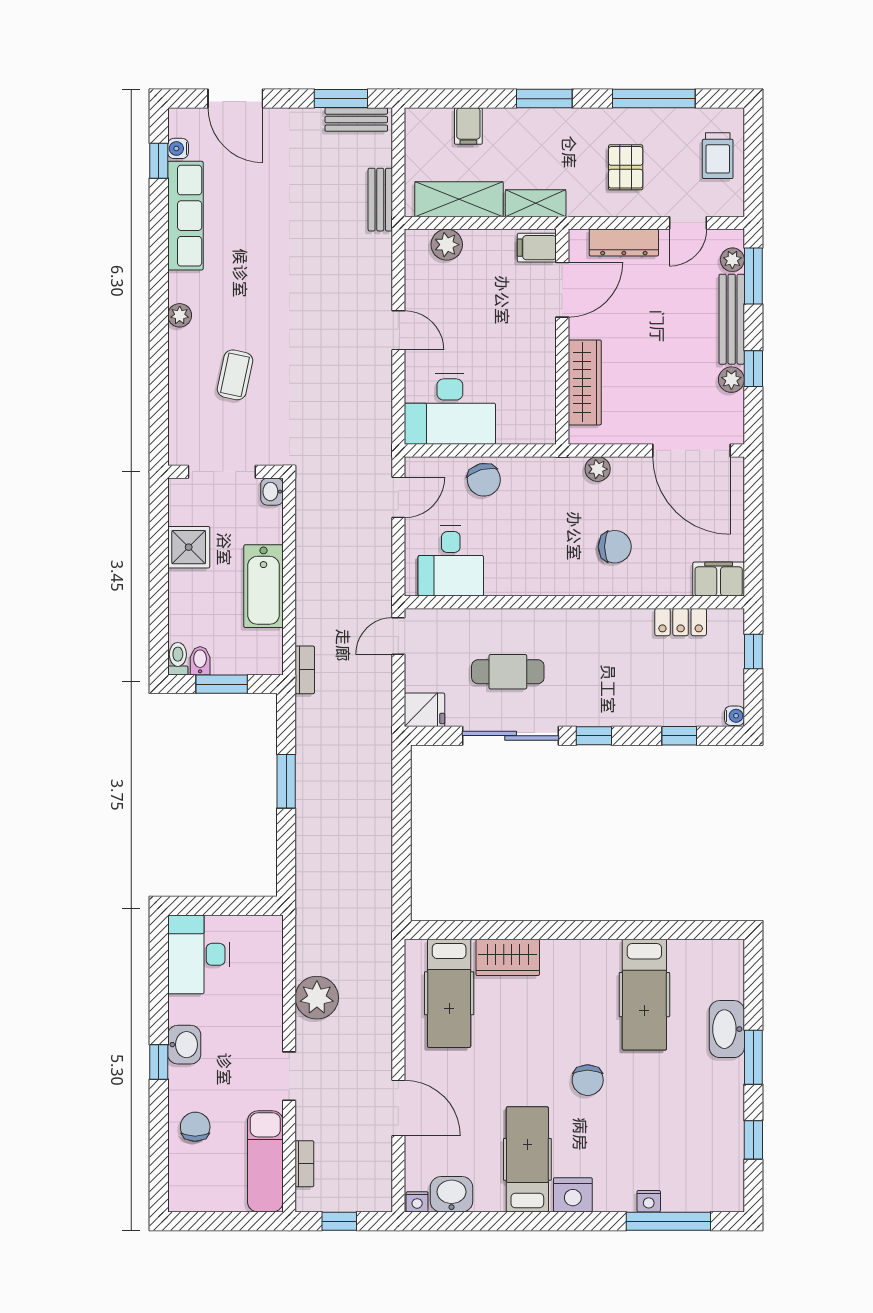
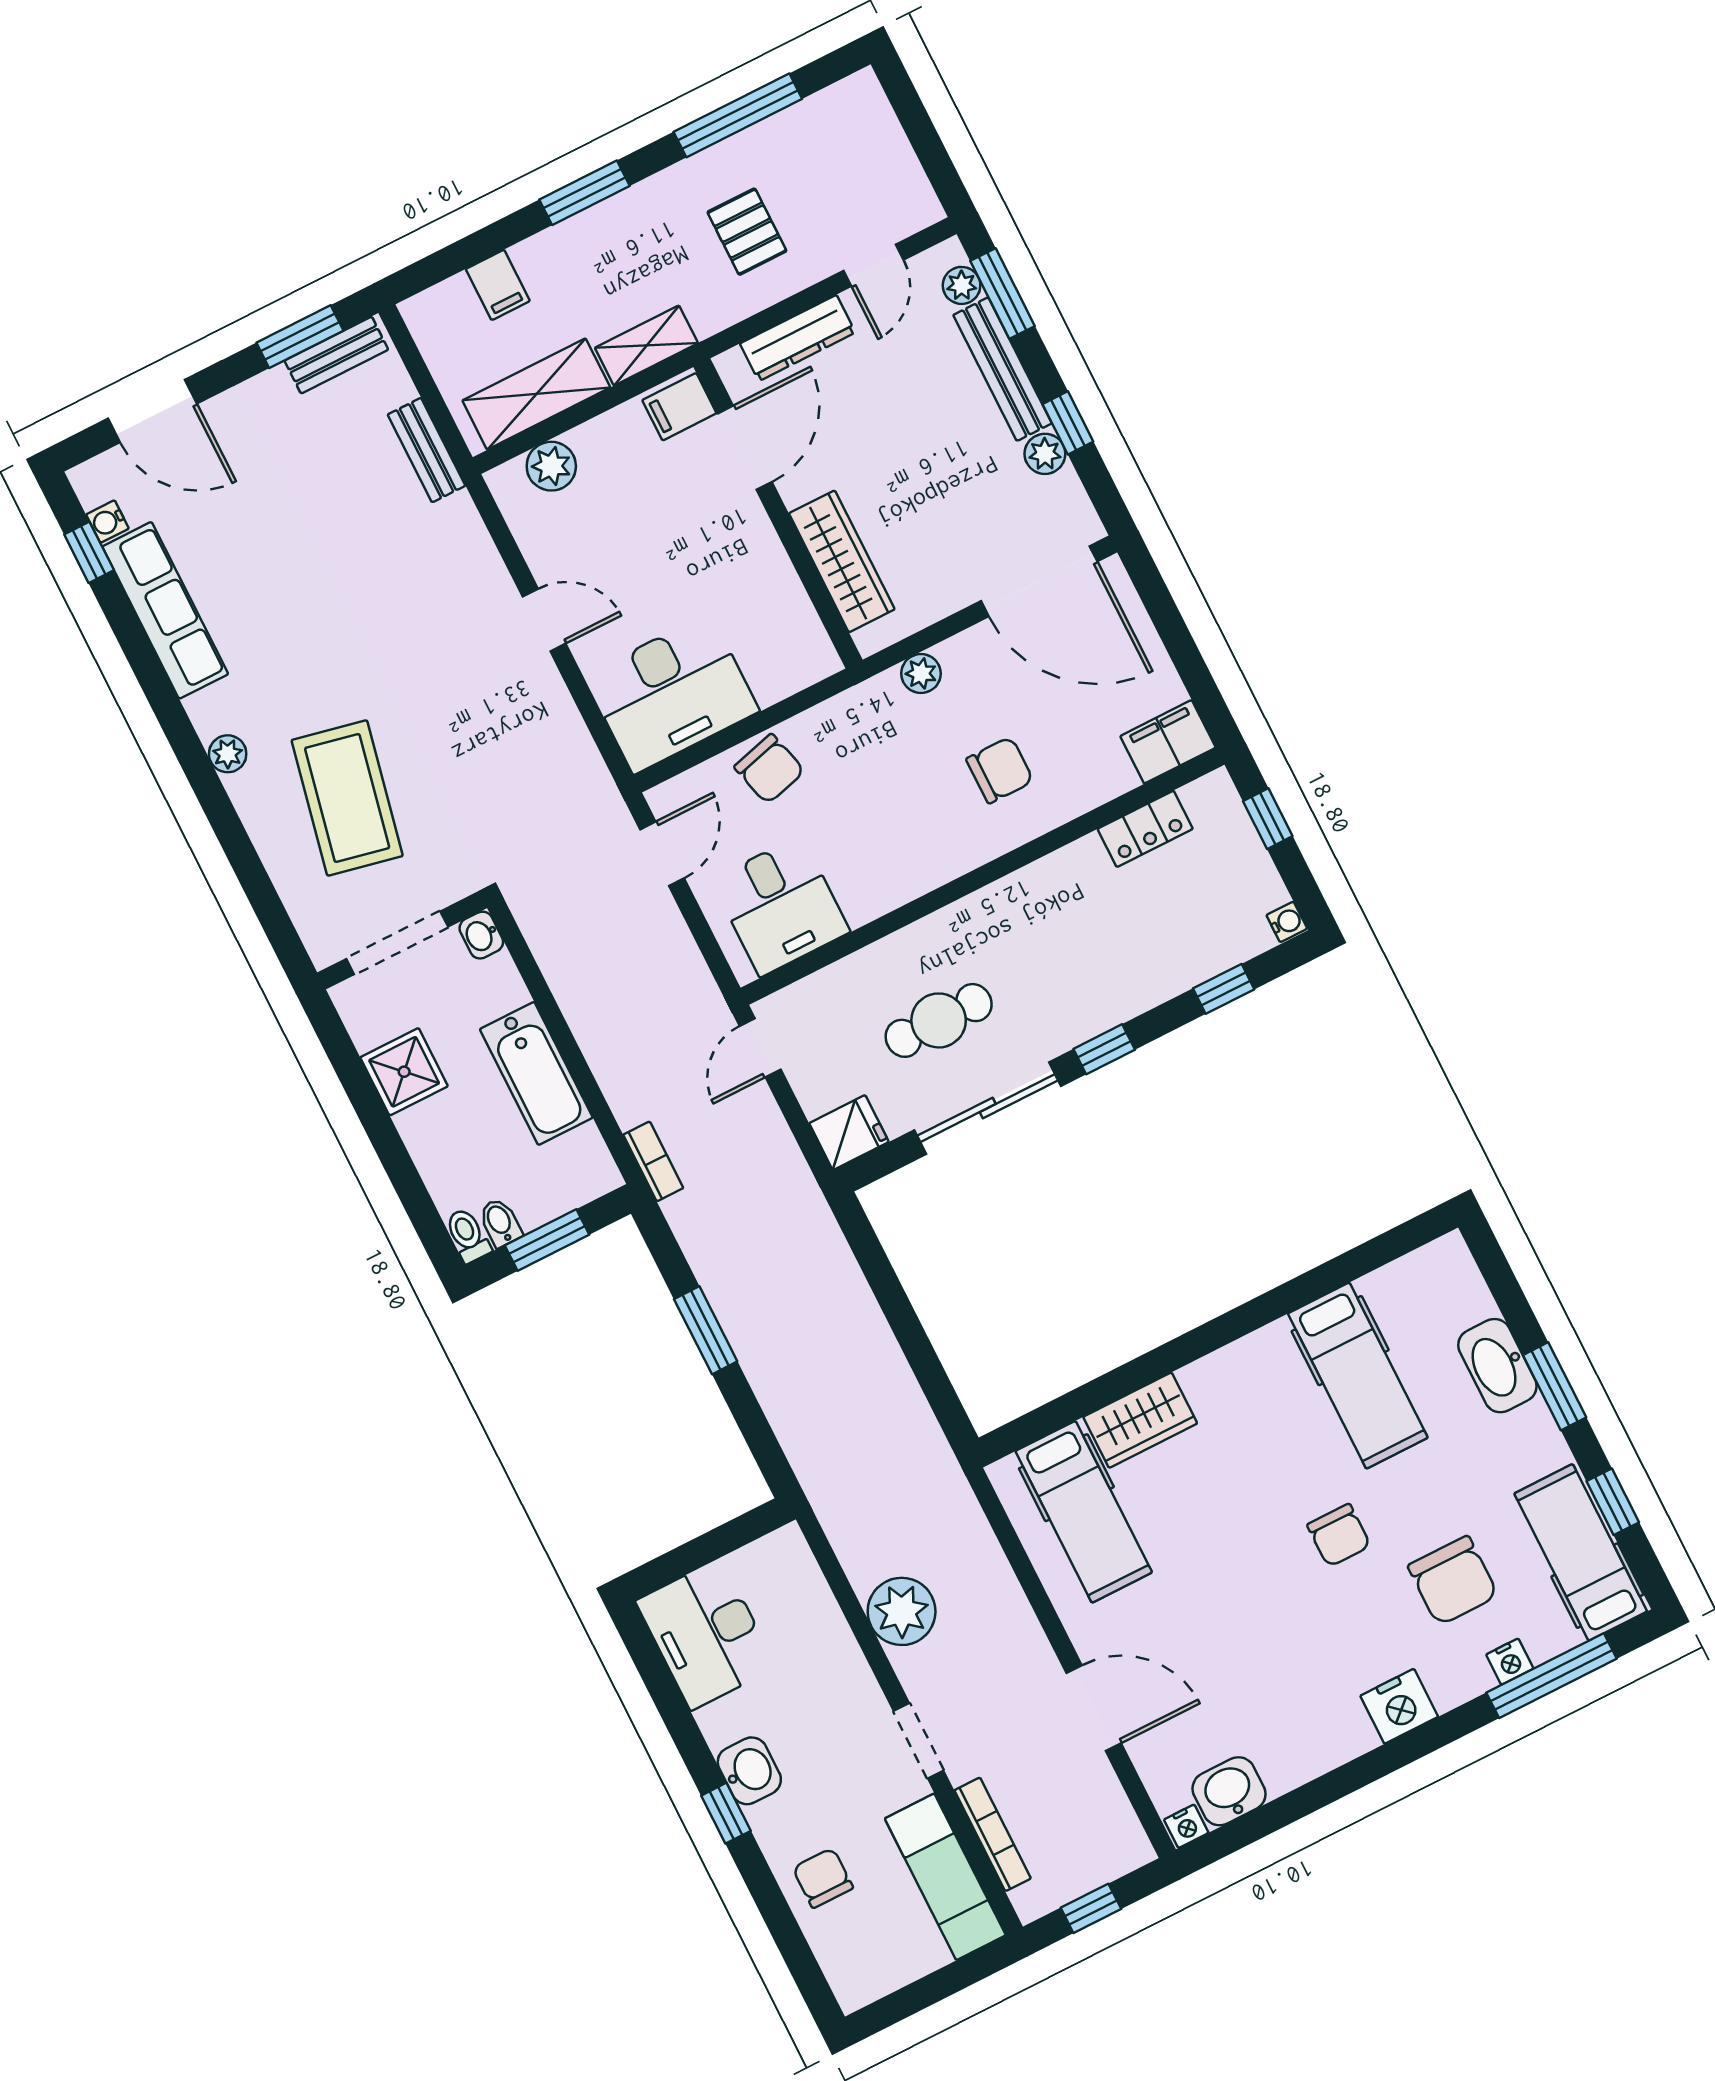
trolley: (718, 156) -> (868, 150), removed
coffee table: (235, 375) -> (347, 798), width x1.86, depth x1.72
chair: (640, 1139) -> (1453, 1581), added
hospital bed: (527, 1159) -> (1581, 1552), moved
bookcase: (304, 1164) -> (993, 1834), width x1.56

